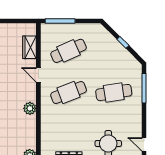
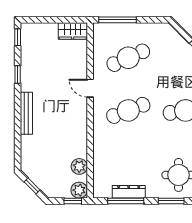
wardrobe: (30, 47) -> (73, 31), moved, turned -90
plant: (30, 108) -> (79, 166), moved

